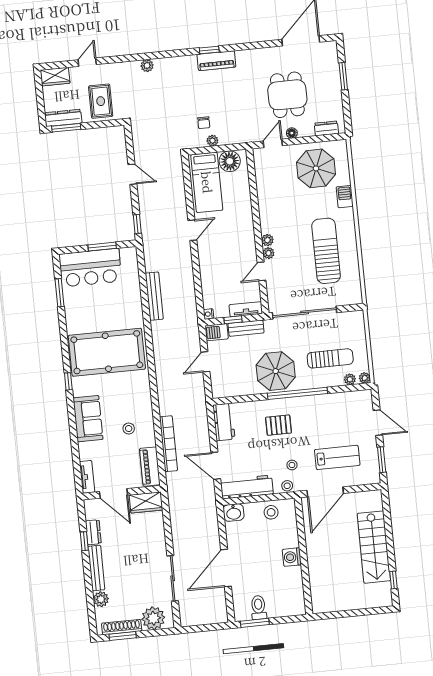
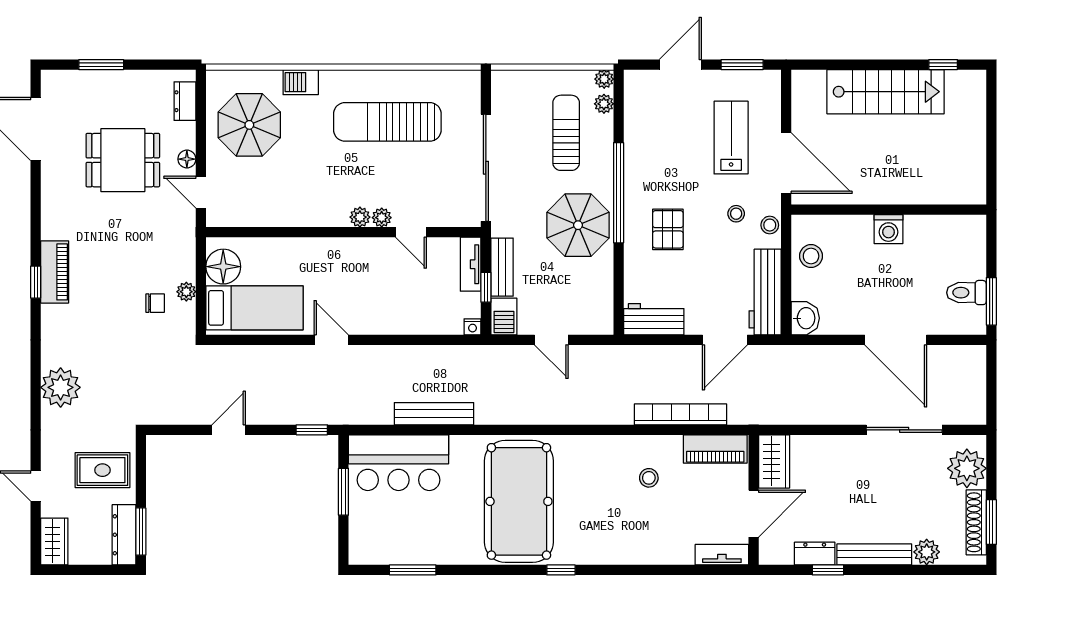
plant: (147, 66) -> (61, 387), width x1.87, depth x1.87
bar counter: (90, 268) -> (399, 463), moved, turned 90
sofa: (88, 419) -> (626, 544), removed

